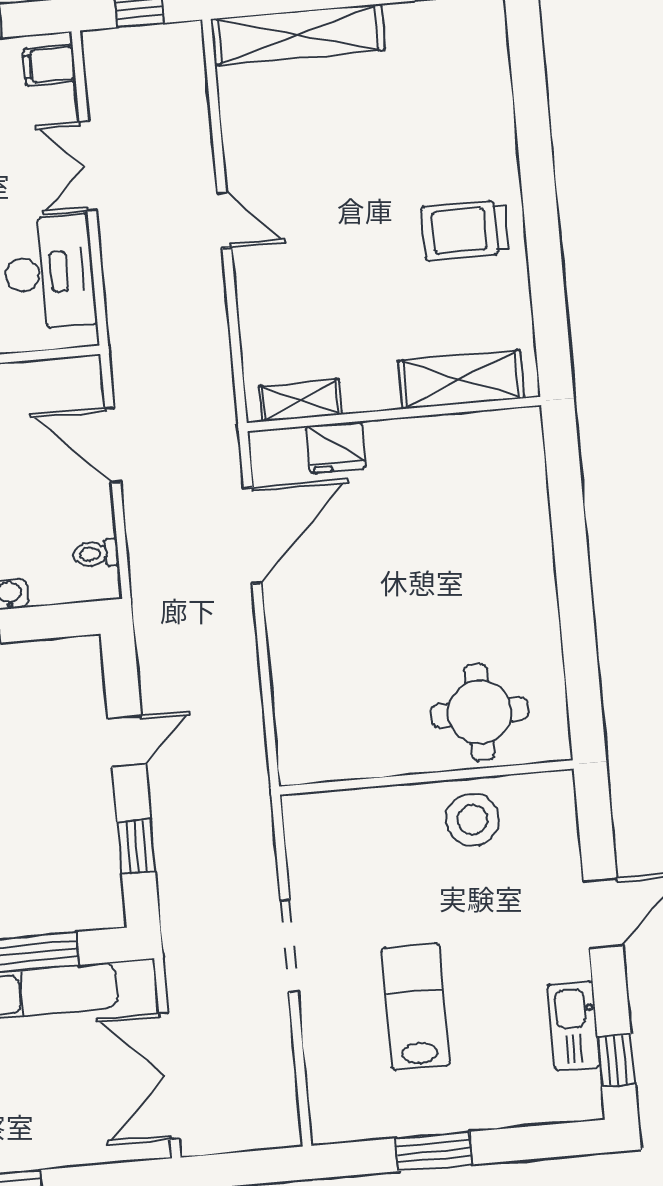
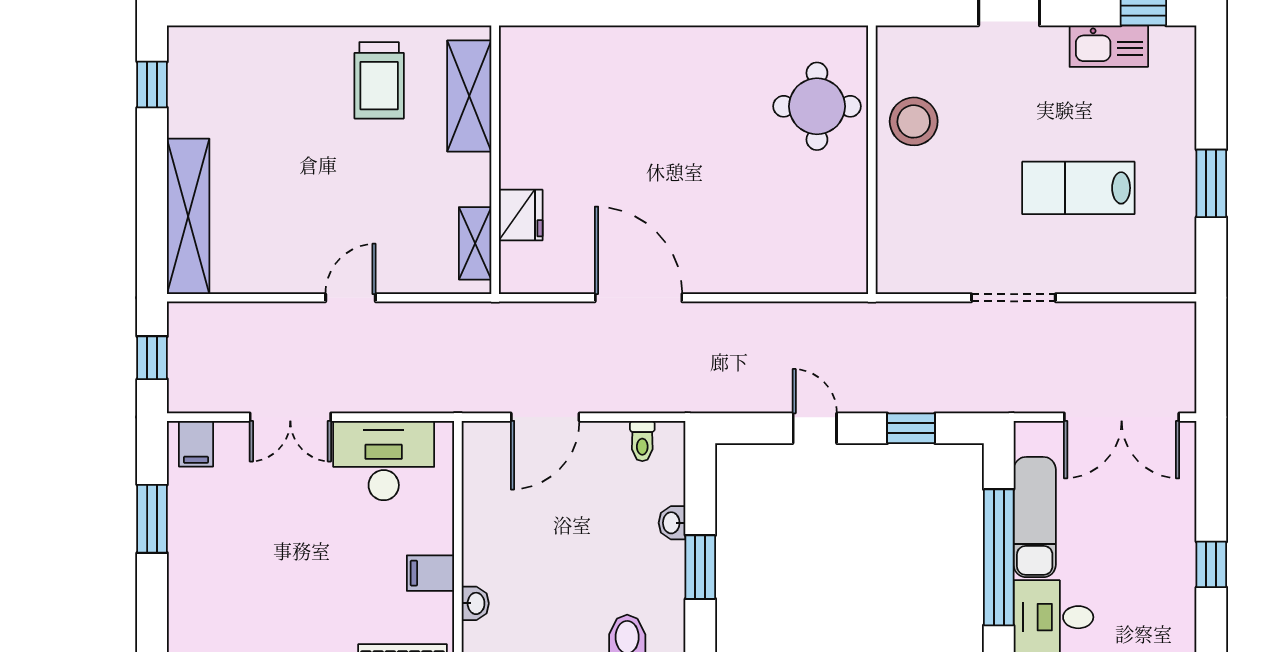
shelving: (461, 379) -> (469, 96), moved
shelving: (301, 400) -> (475, 243), moved
wall: (394, 414) -> (495, 160), moved
fridge: (336, 447) -> (521, 215), moved

